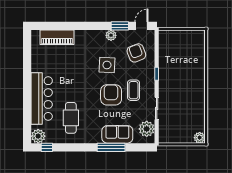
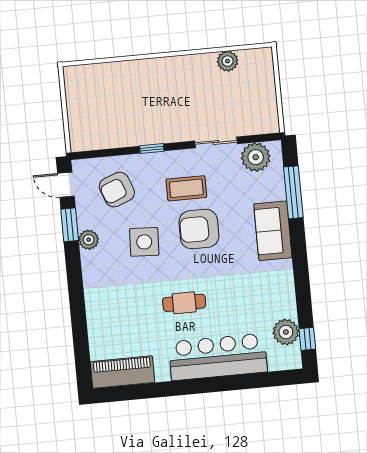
piano: (57, 37) -> (123, 372), moved, turned -90
cafe table: (71, 118) -> (184, 303), moved, width x0.73, depth x0.74
sofa: (117, 134) -> (273, 231), moved
plant: (38, 136) -> (286, 332), moved
plant: (200, 138) -> (228, 61), moved
window: (111, 147) -> (293, 192), moved

